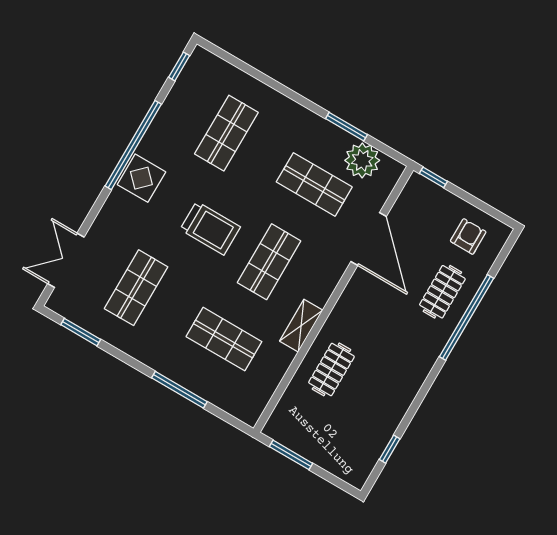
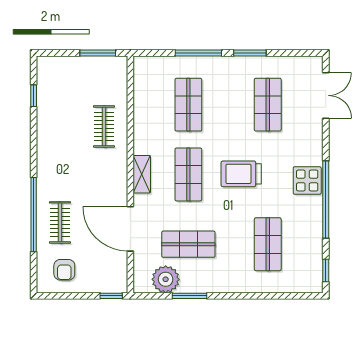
shelving: (301, 326) -> (142, 174), moved
window: (81, 332) -> (250, 53), moved
shop shelf: (224, 339) -> (188, 105), turned 90

